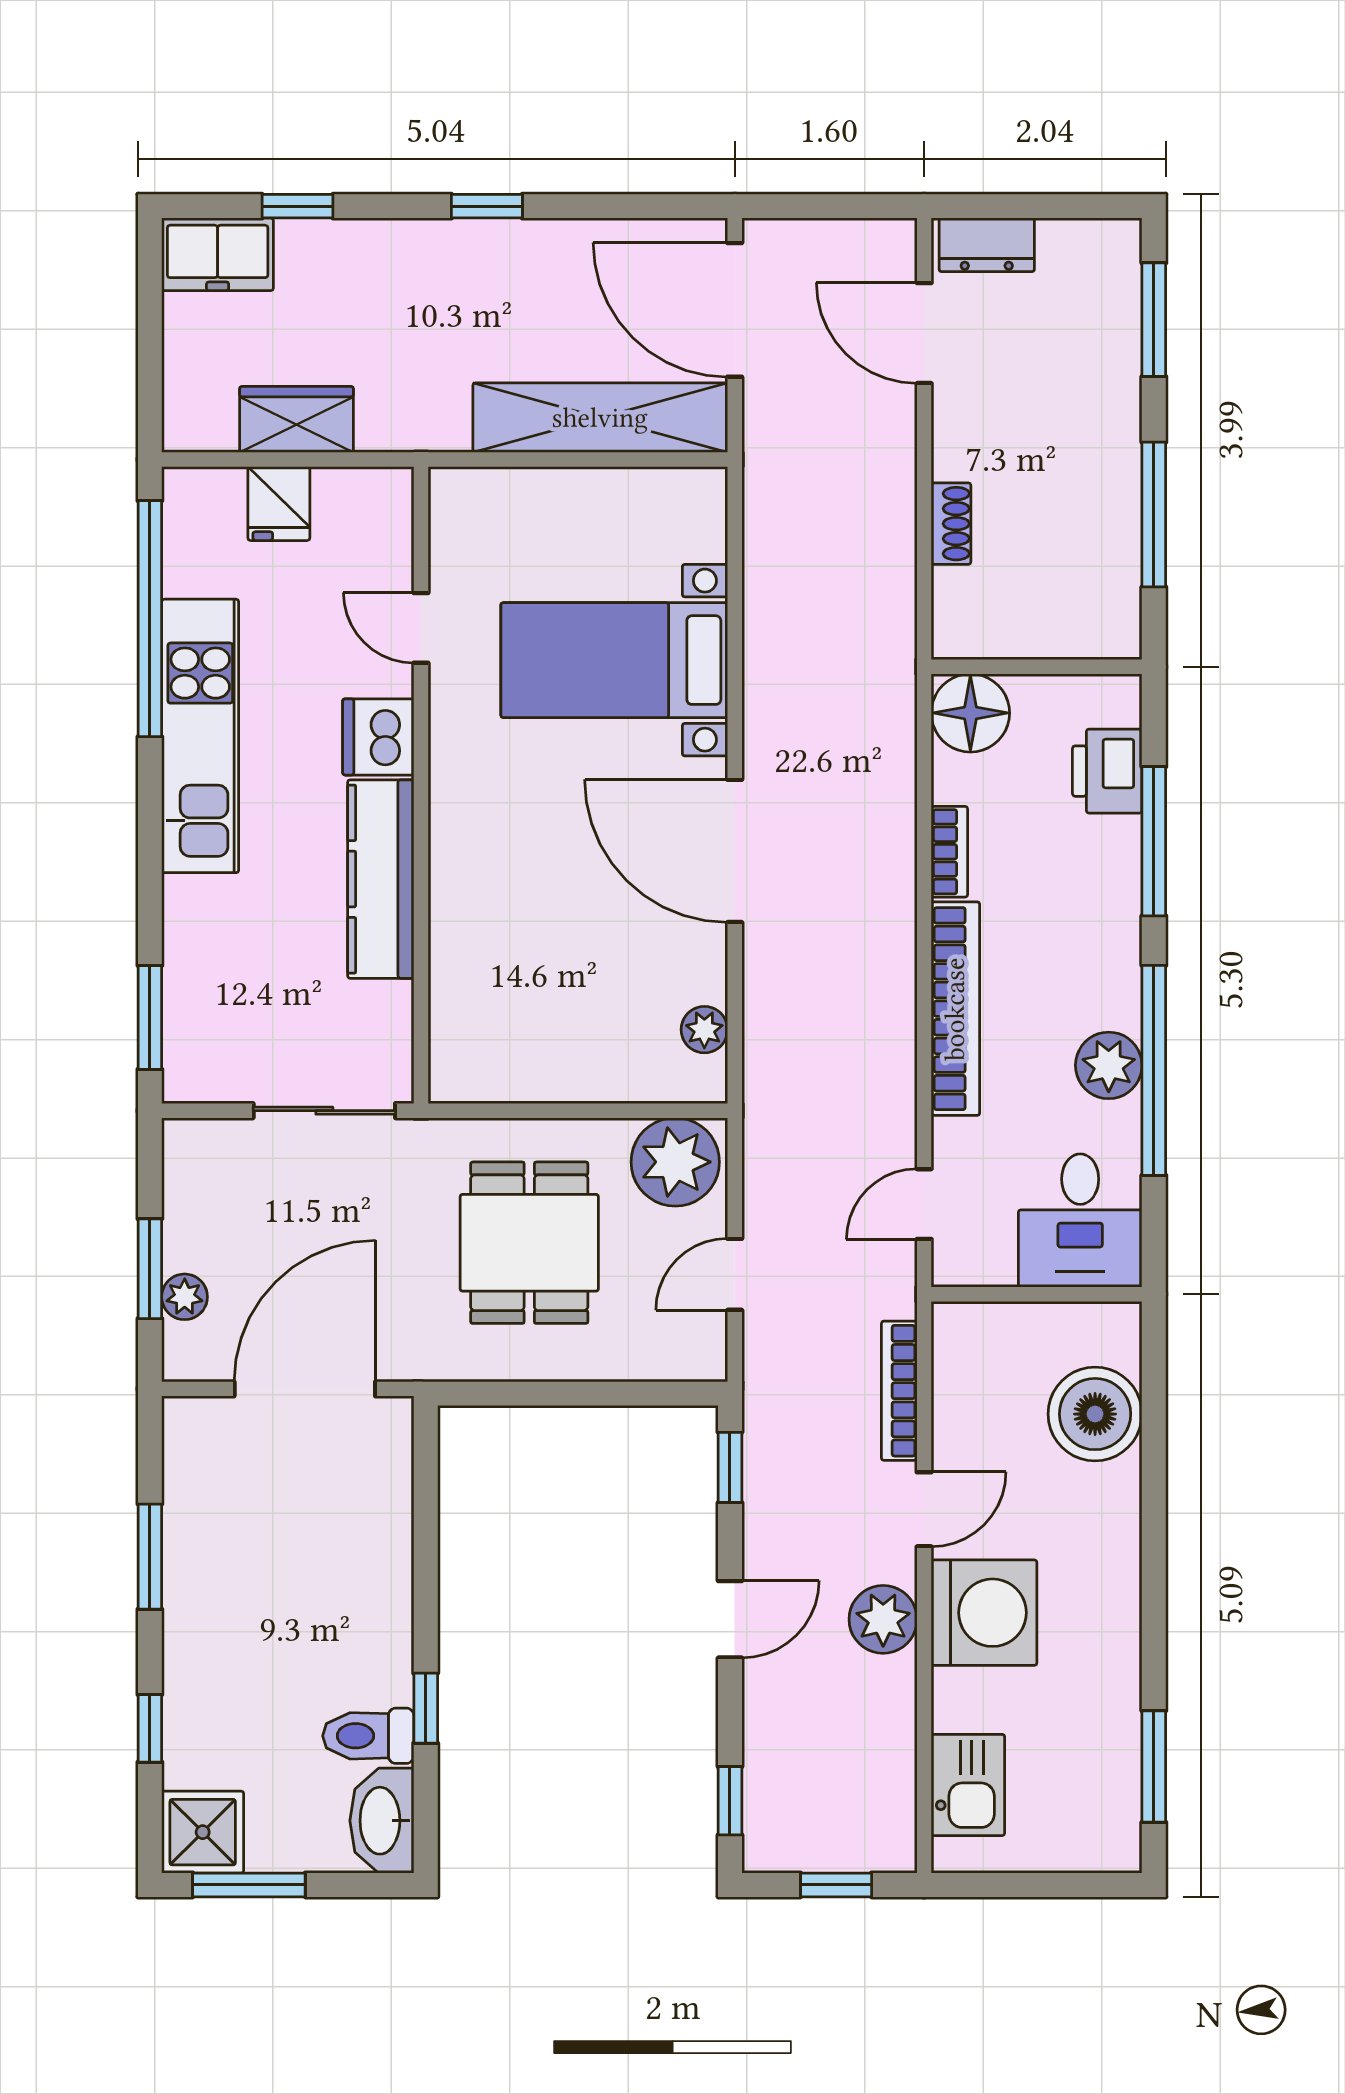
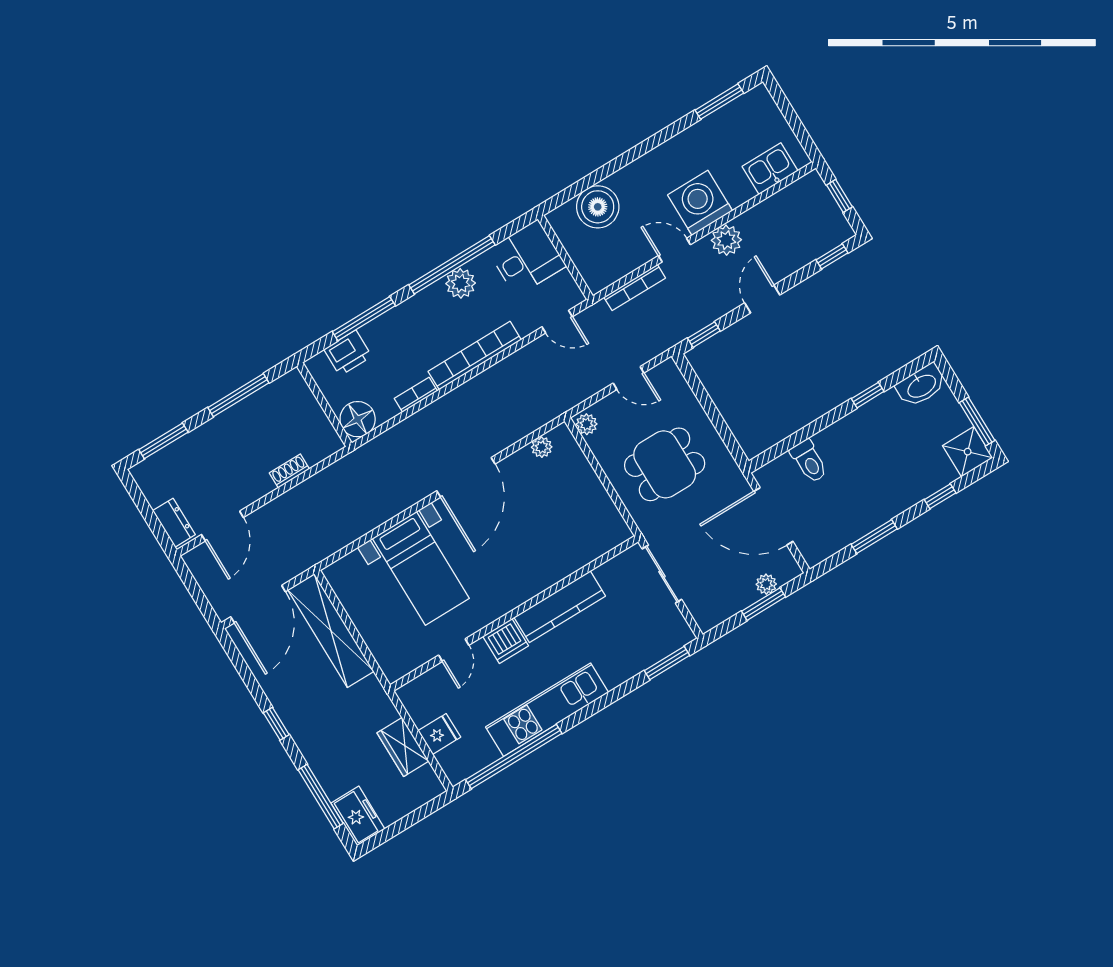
window: (297, 206) -> (321, 797), width x2.17
plant: (675, 1162) -> (587, 424), width x0.53, depth x0.53
door: (730, 1619) -> (762, 299), hinge flipped
toilet: (368, 1736) -> (809, 461), moved

